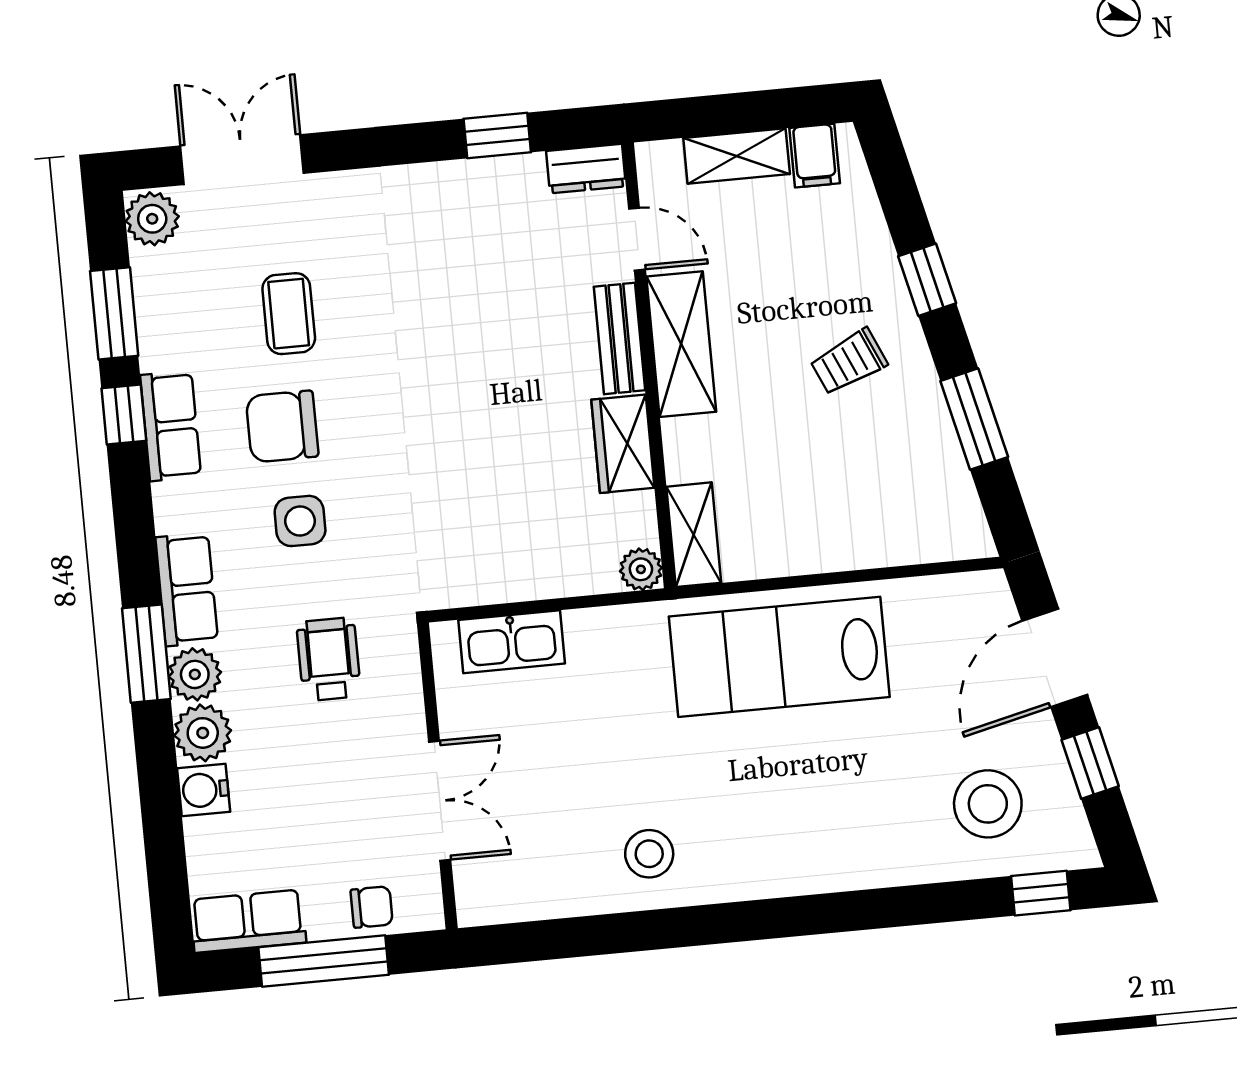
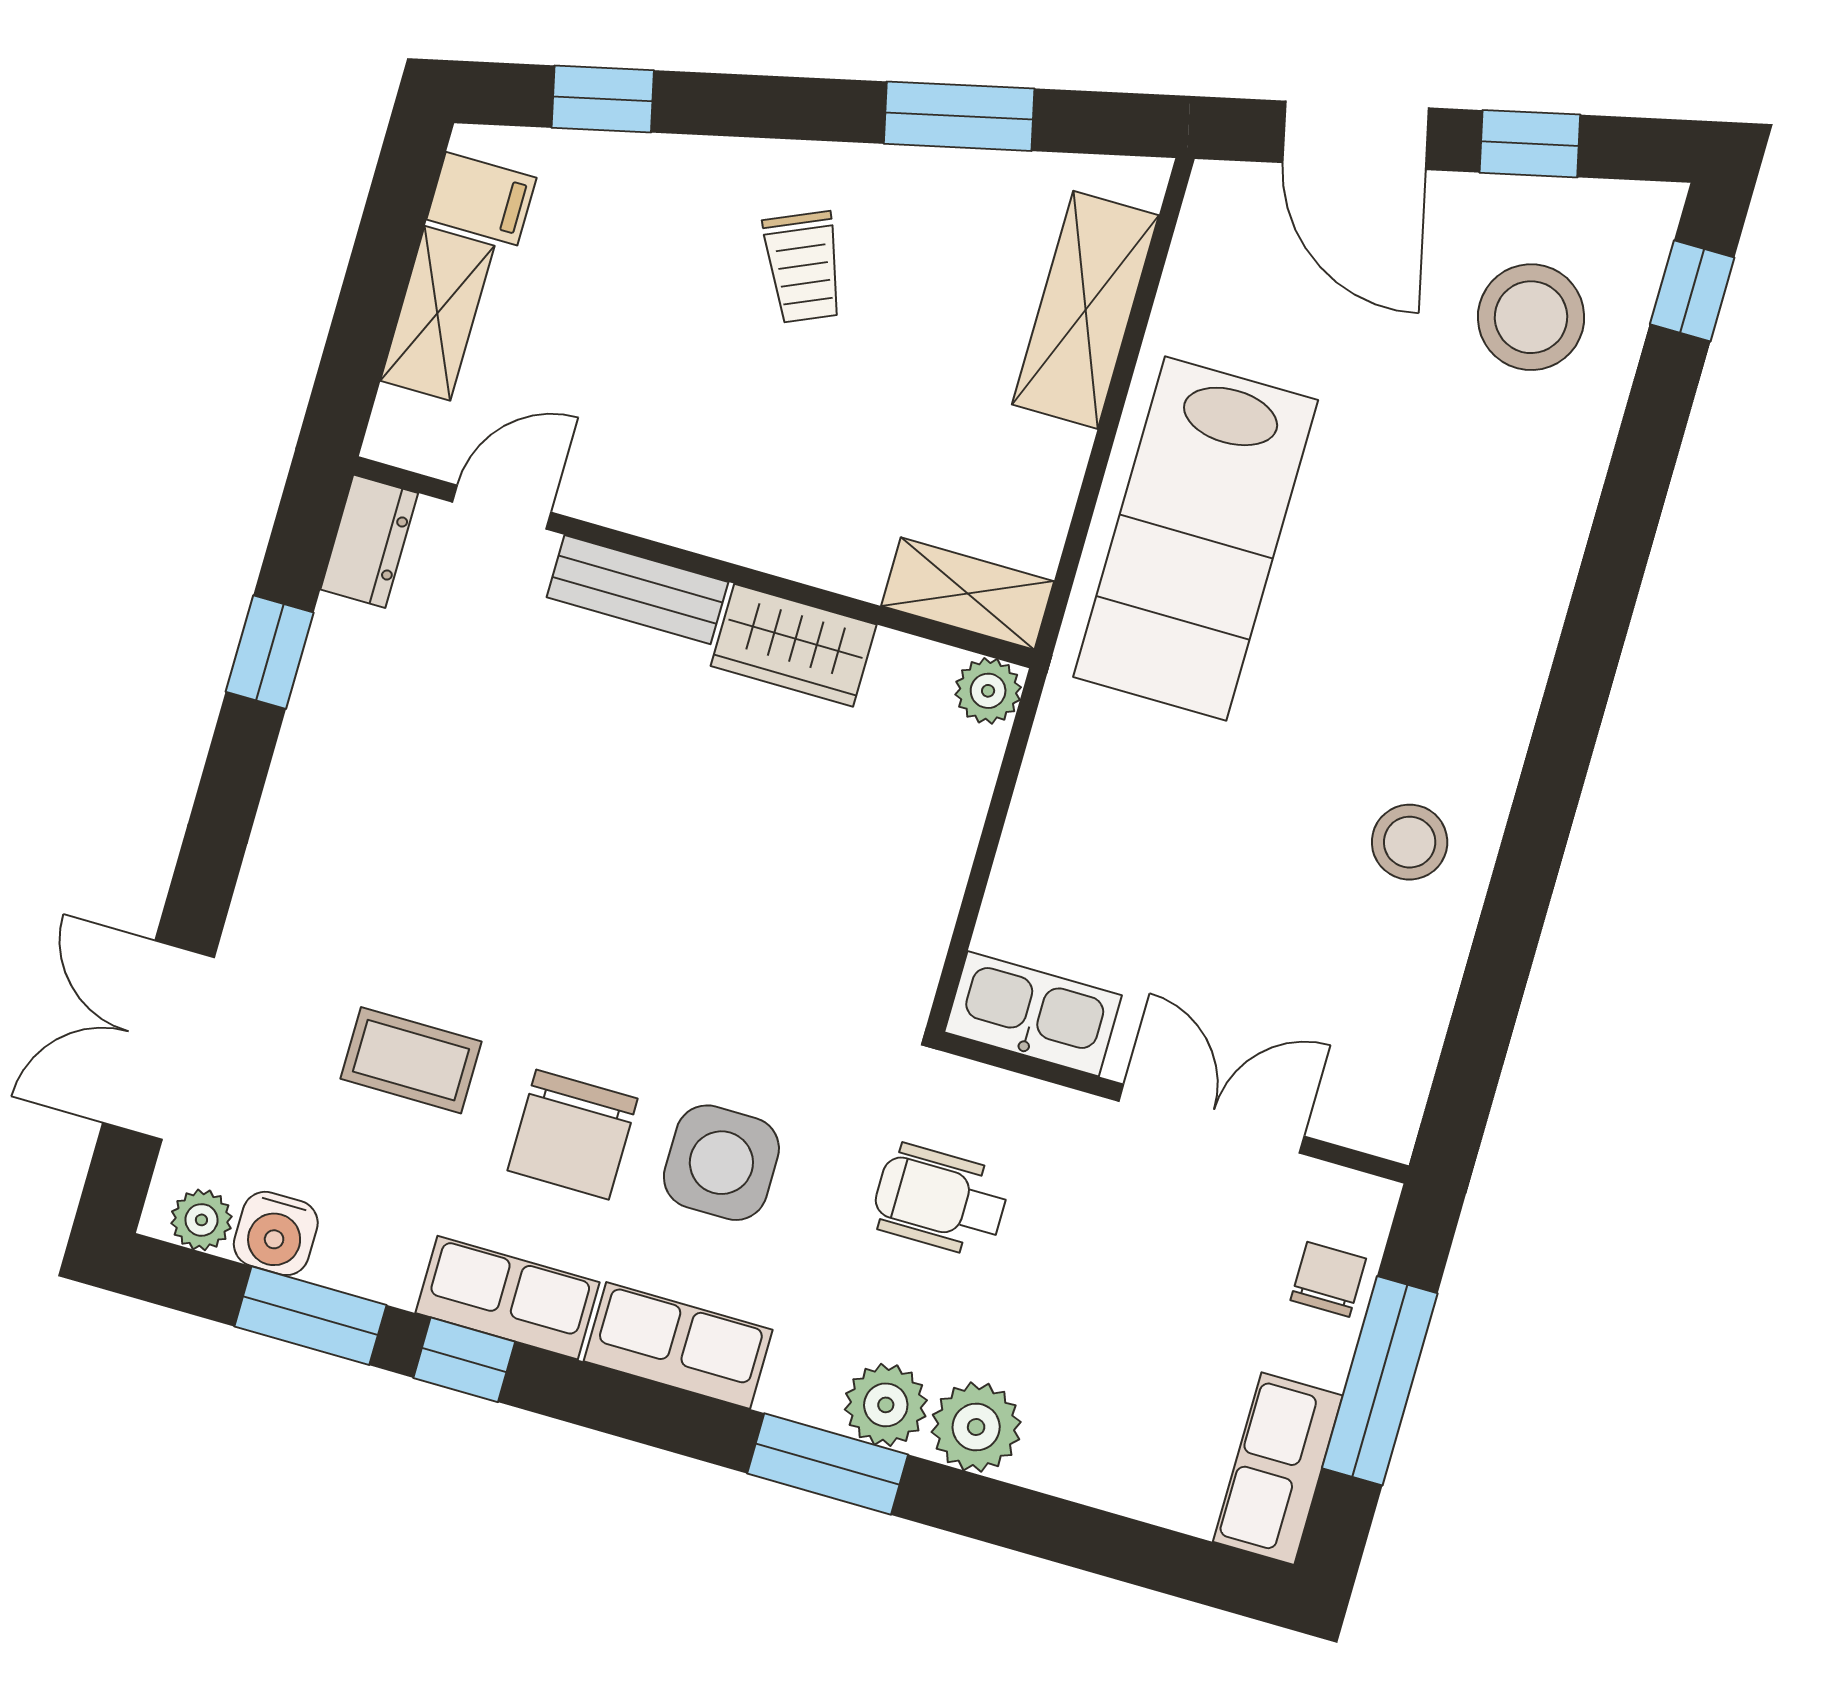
plant: (152, 219) -> (201, 1220), width x0.73, depth x0.73
window: (927, 280) -> (603, 99), moved
shelving: (681, 344) -> (1085, 310), moved, turned 90
side table: (300, 521) -> (721, 1163), width x1.37, depth x1.37
row of seats: (187, 589) -> (678, 1345), moved
kitchen sink: (512, 642) -> (1033, 1014), moved, turned -90
water cooler: (204, 790) -> (276, 1233), moved

